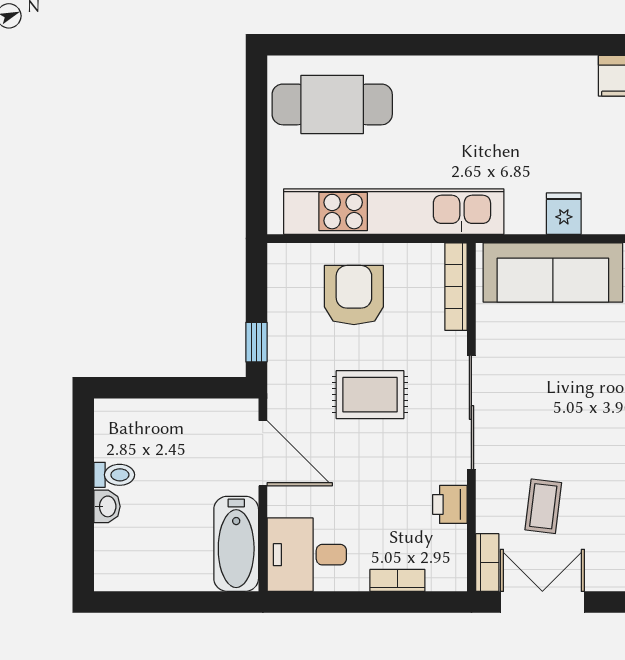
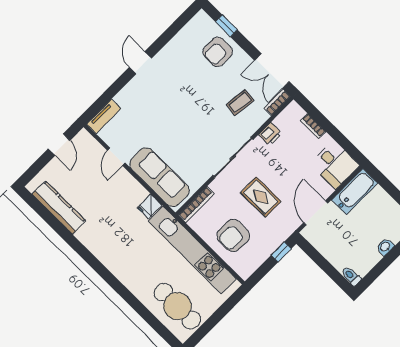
fridge: (564, 214) -> (150, 206), moved
toilet: (114, 475) -> (351, 276), moved

